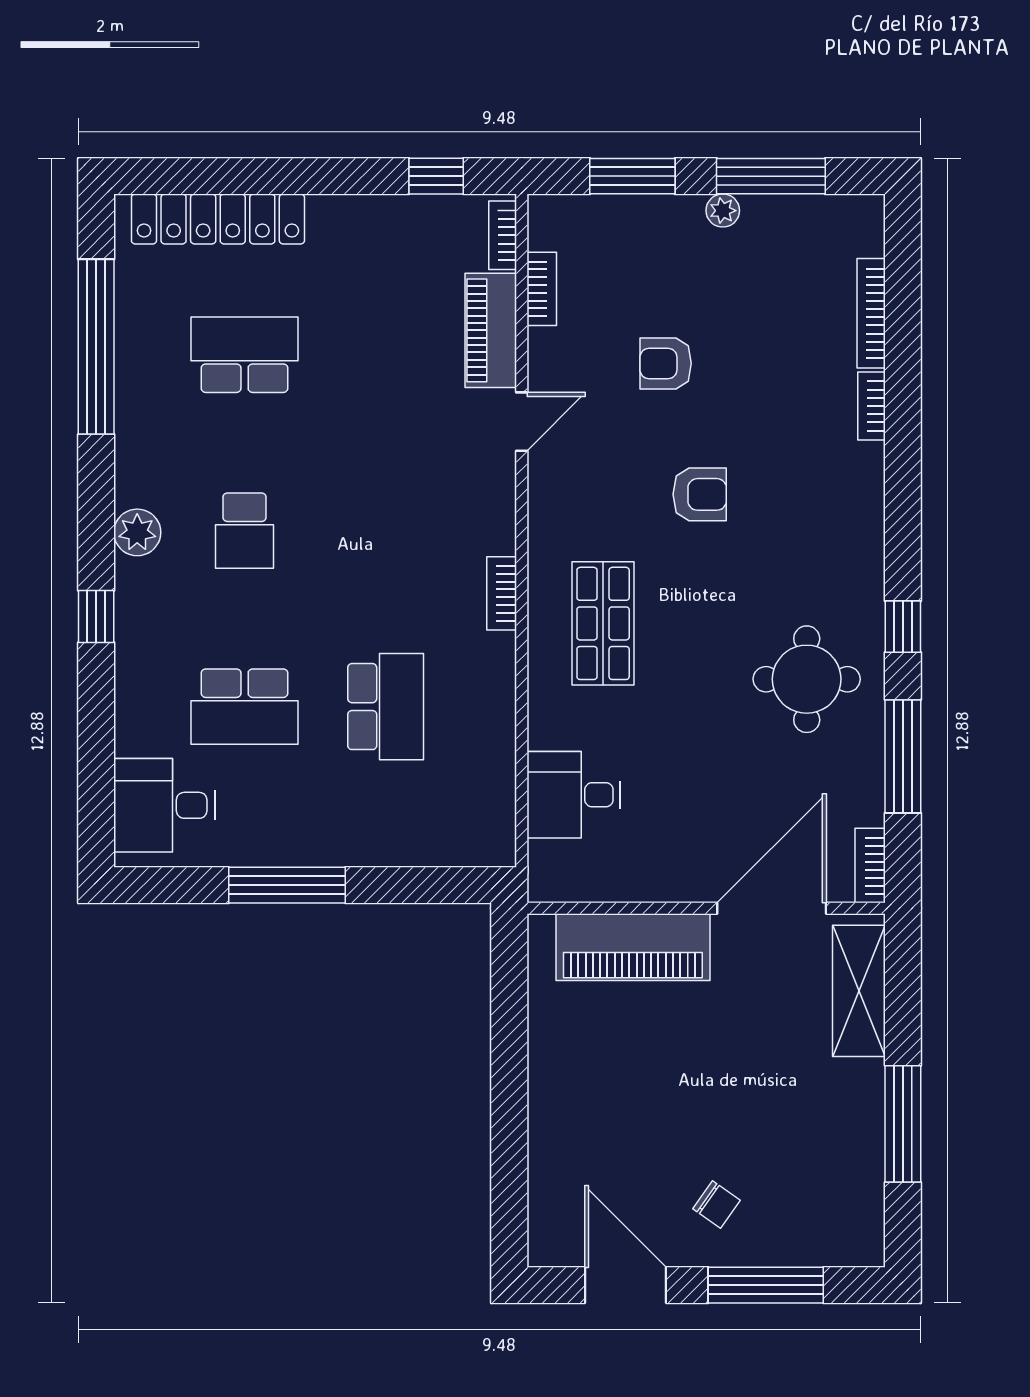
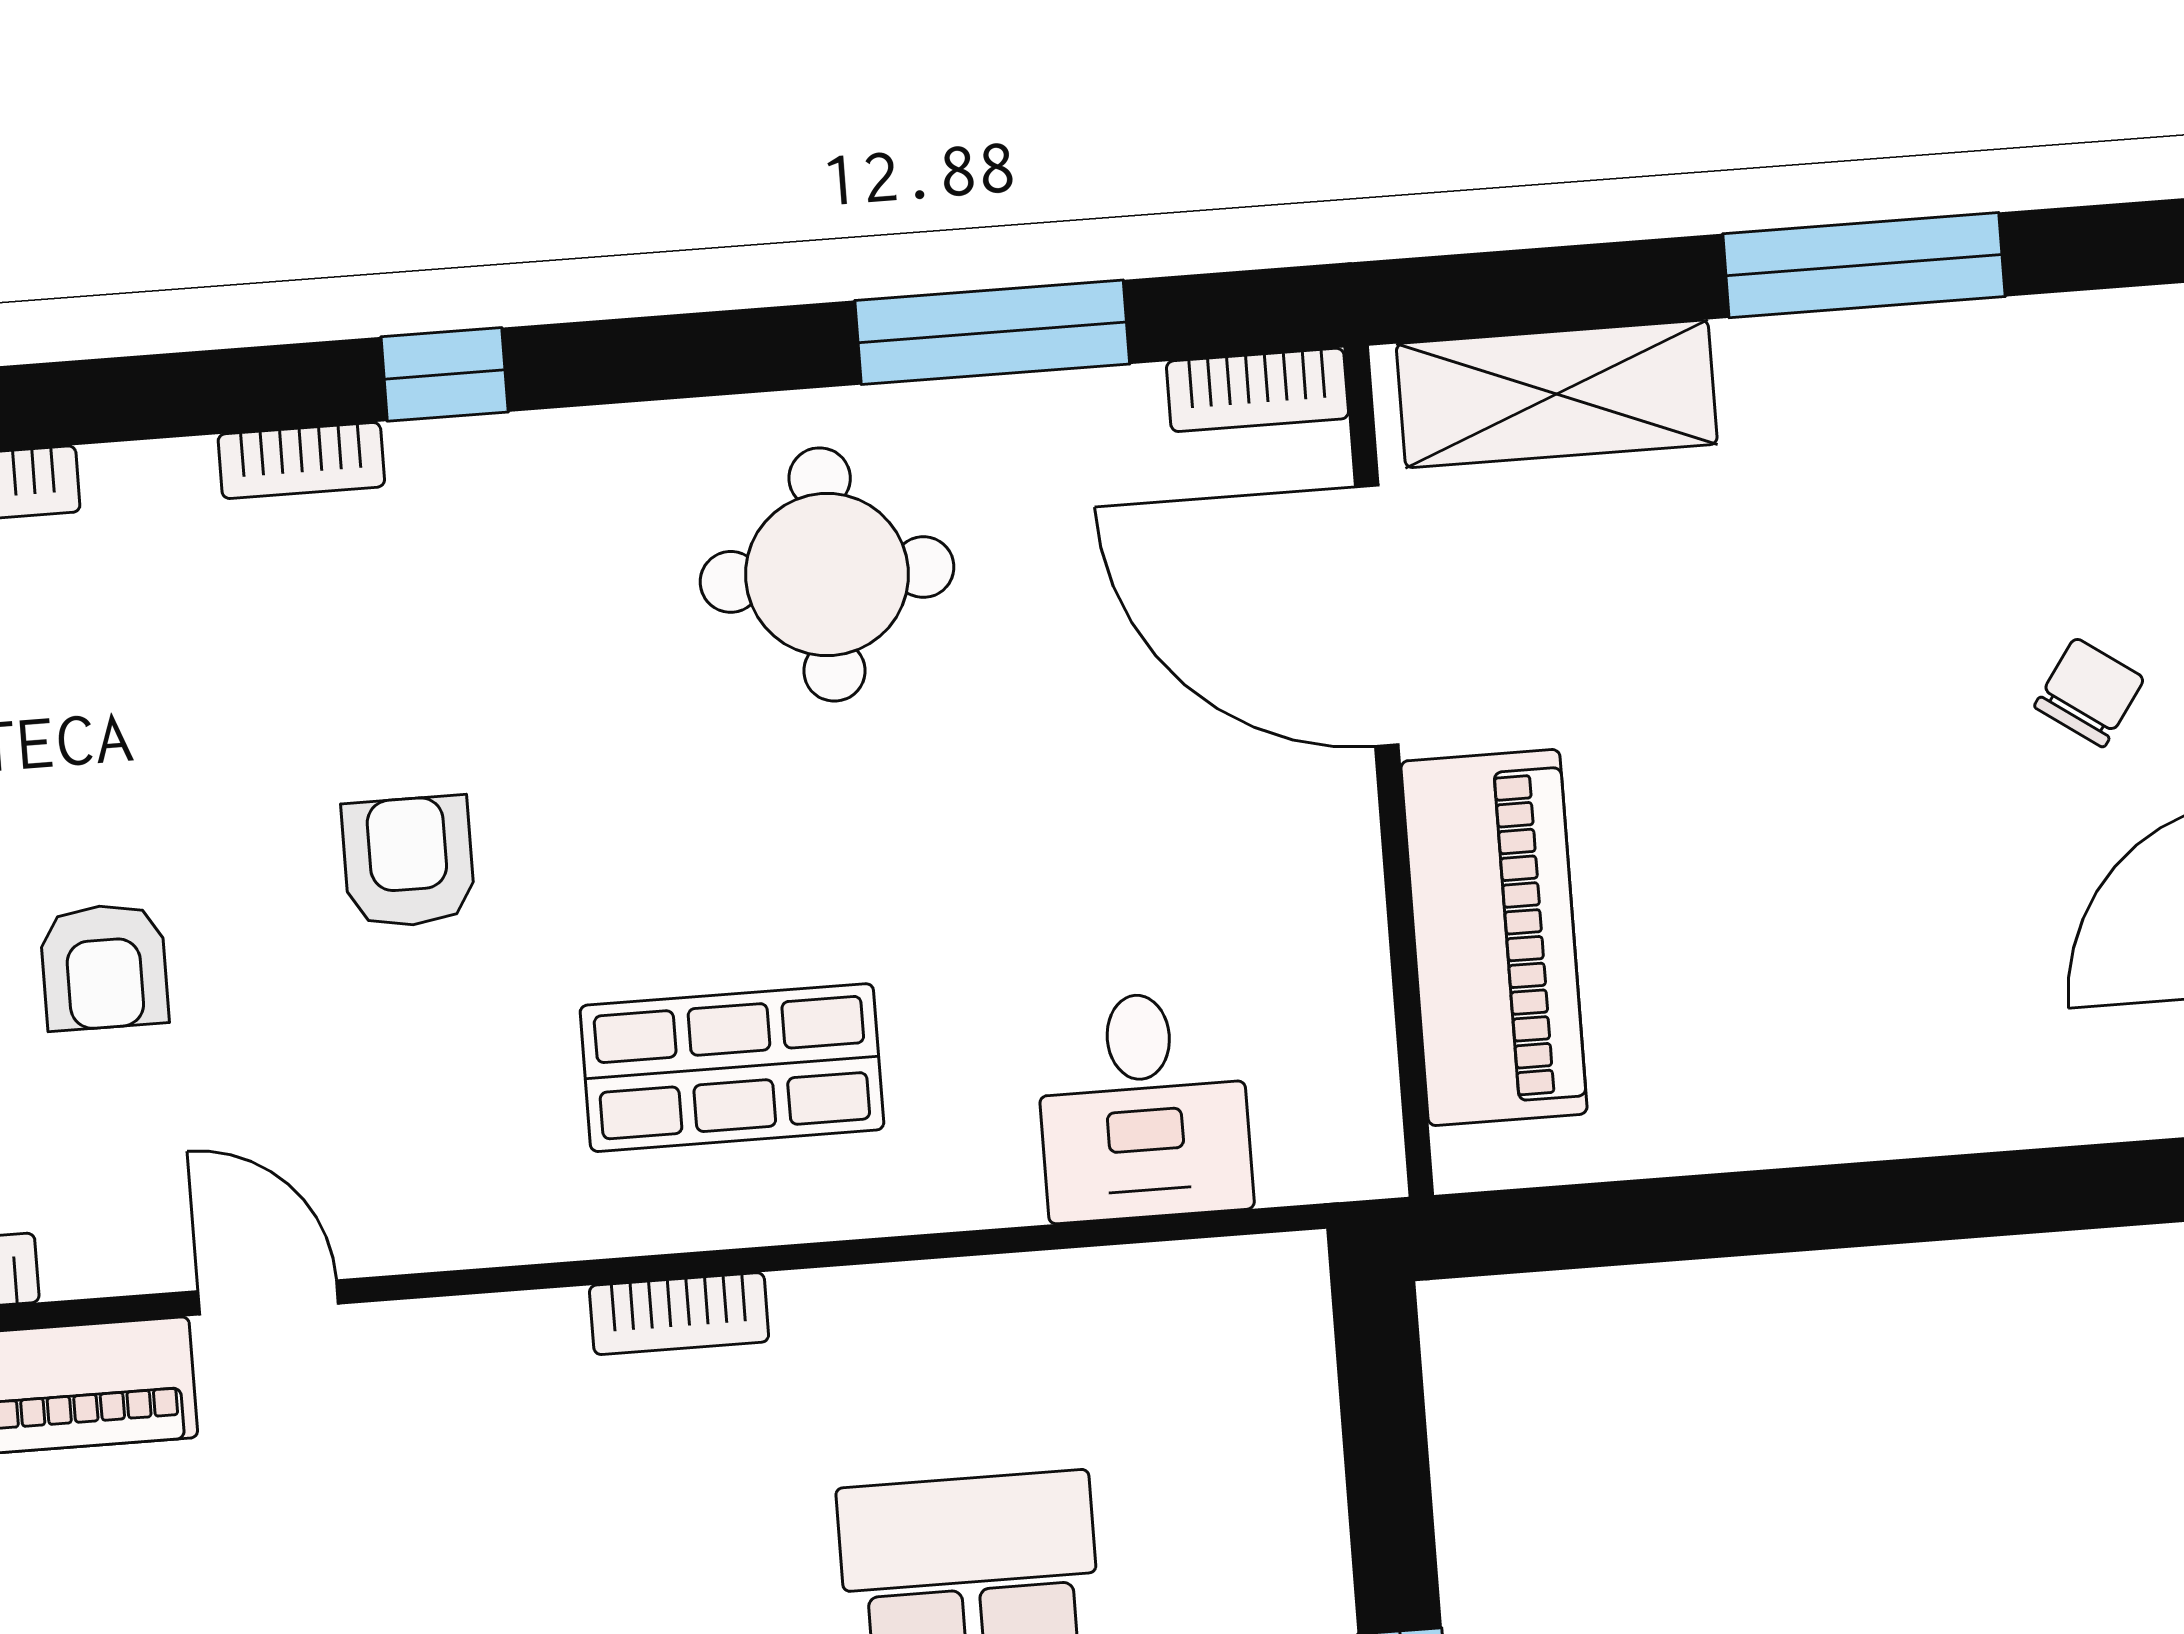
bookcase: (871, 406) -> (301, 460), moved
window: (903, 627) -> (445, 374), moved

